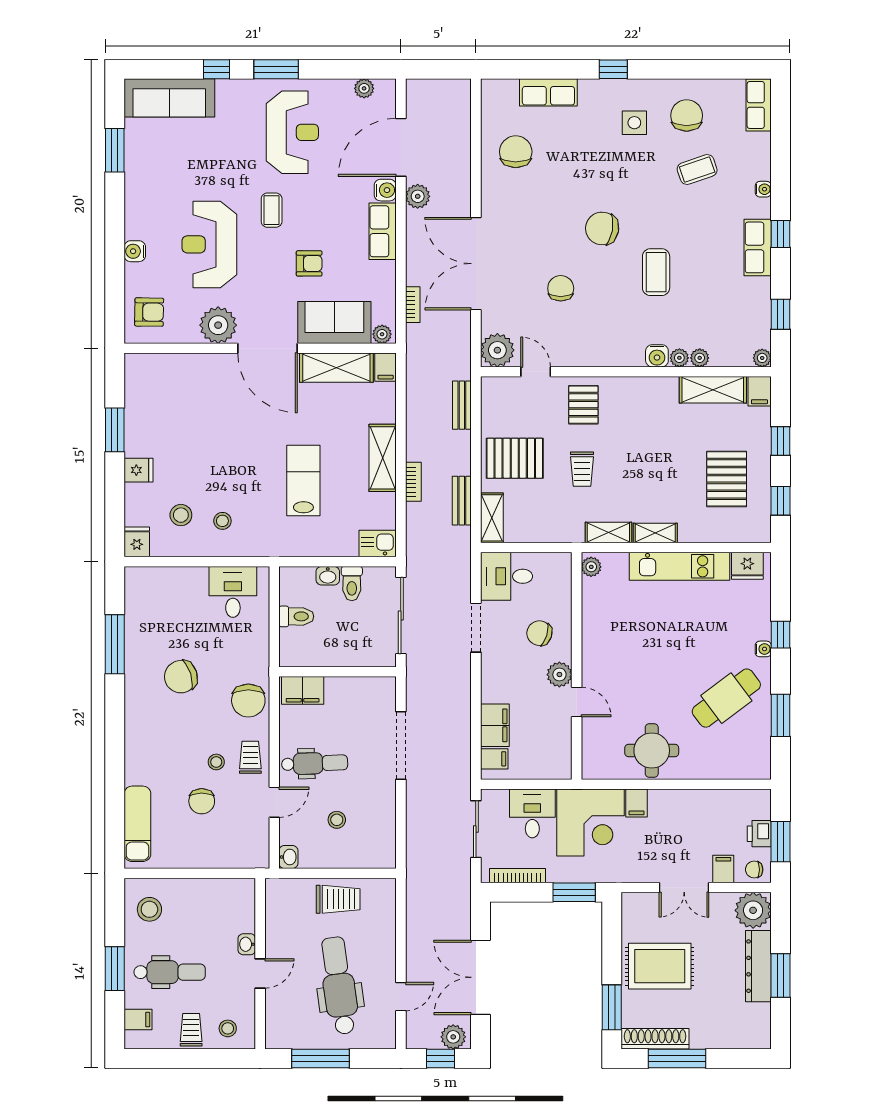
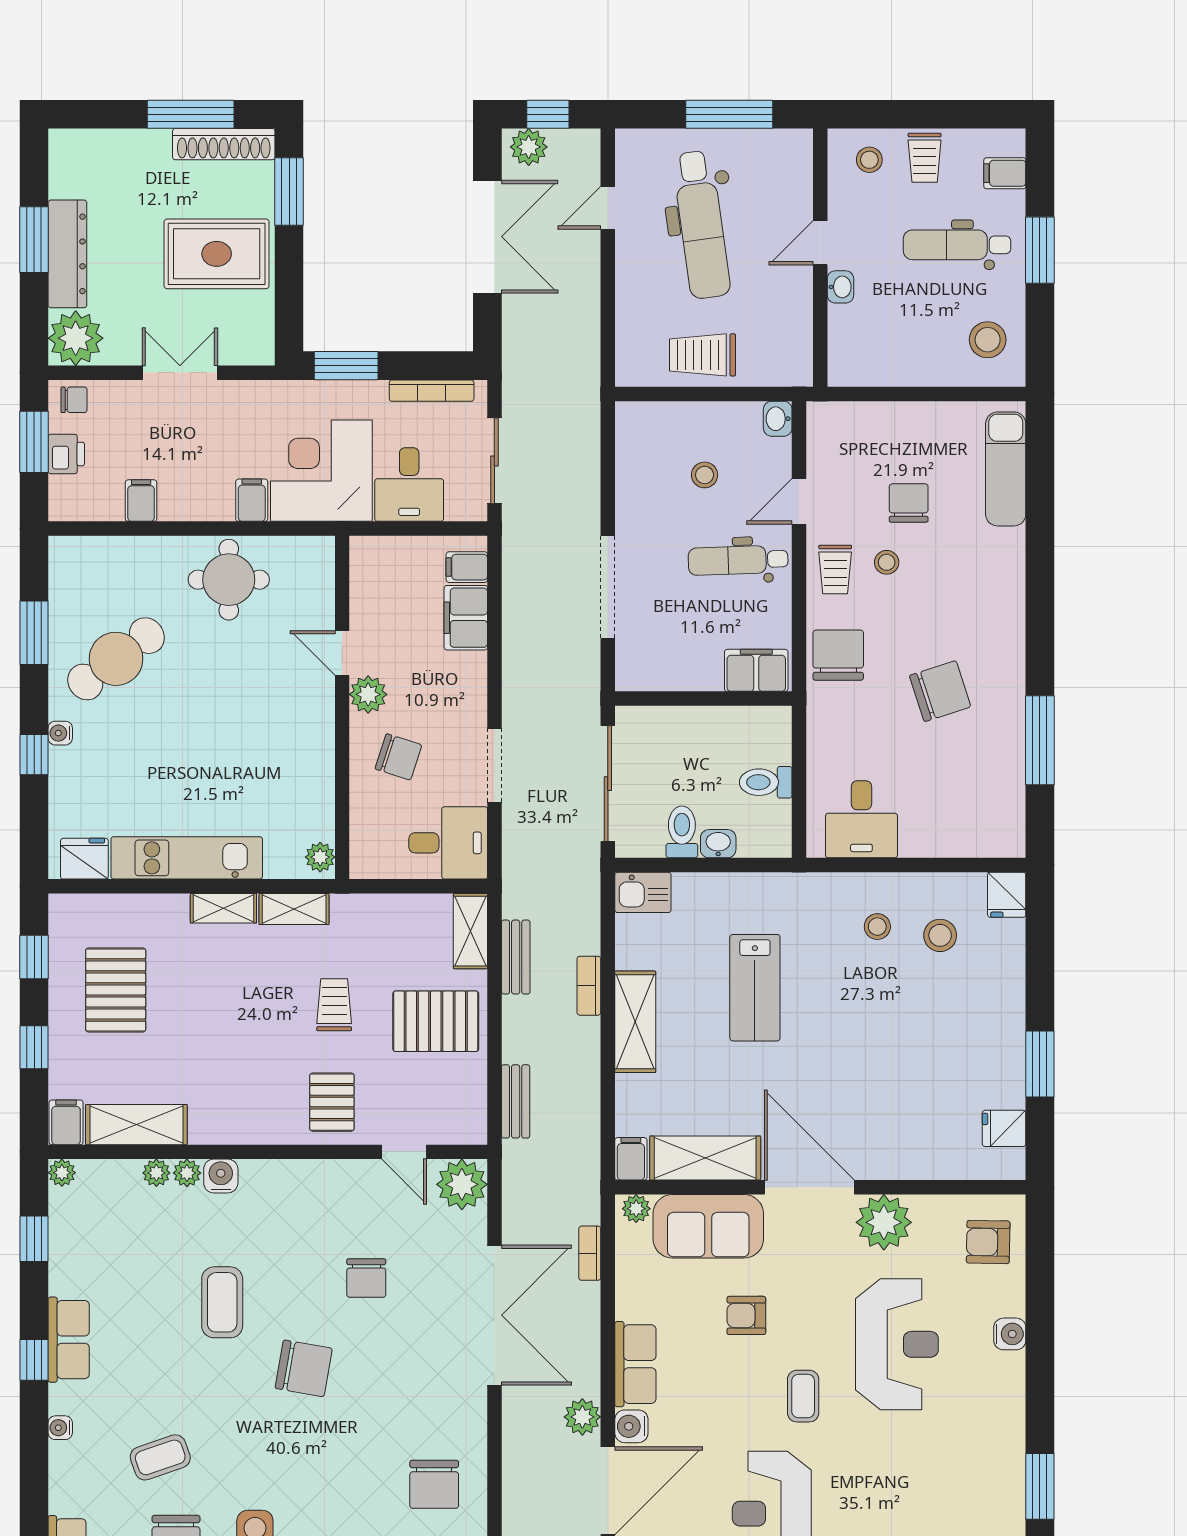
fridge: (139, 470) -> (1004, 1128), moved
filing cabinet: (723, 869) -> (141, 501), moved, turned 180

